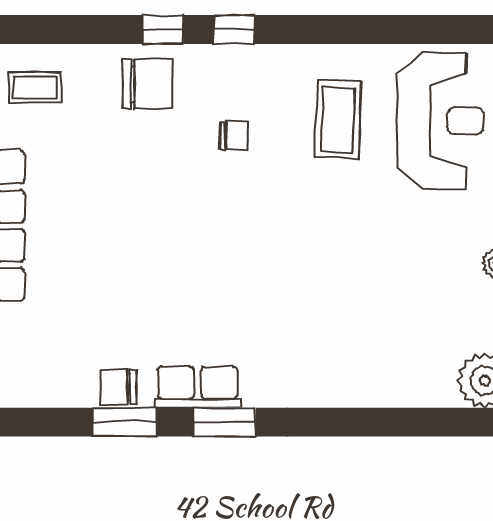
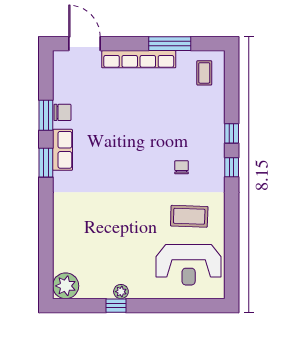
chair: (148, 84) -> (206, 126), removed
chair: (234, 136) -> (182, 167), turned 180
chair: (118, 387) -> (62, 112), turned 90

